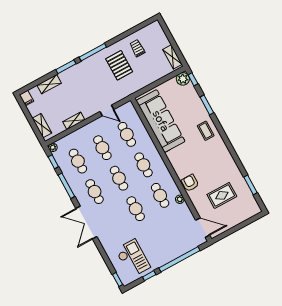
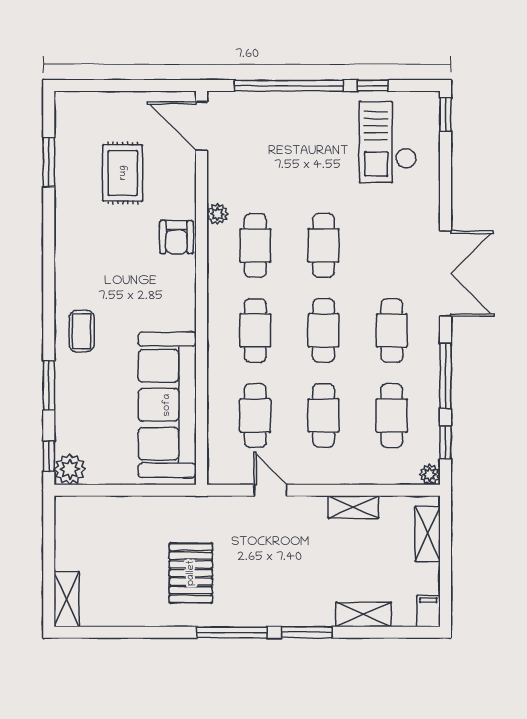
trolley: (137, 48) -> (132, 588), removed
shelving: (172, 57) -> (67, 599), moved
rug: (222, 195) -> (123, 173), turned 90

